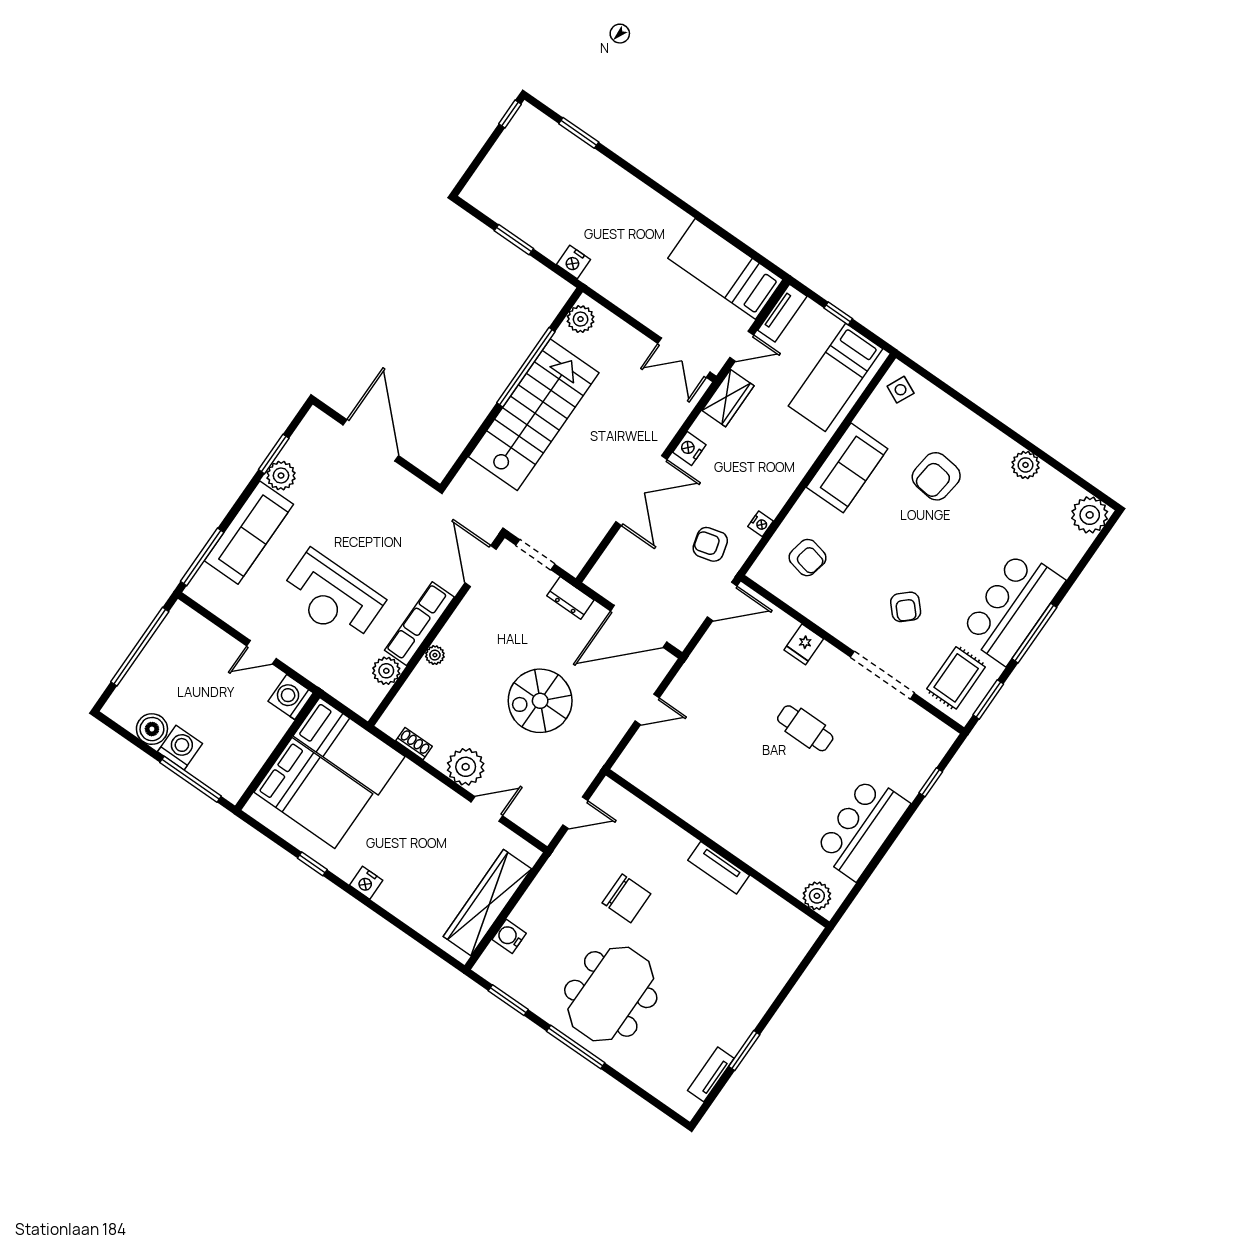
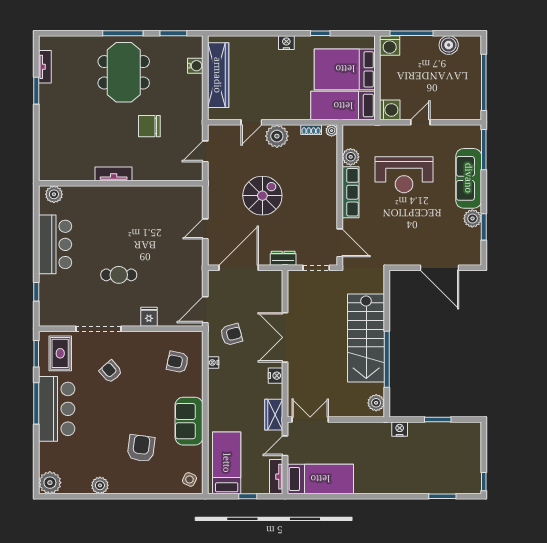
reception desk: (332, 597) -> (404, 175), turned 180
plant: (435, 655) -> (332, 131), moved
washing machine: (180, 748) -> (390, 45), moved

